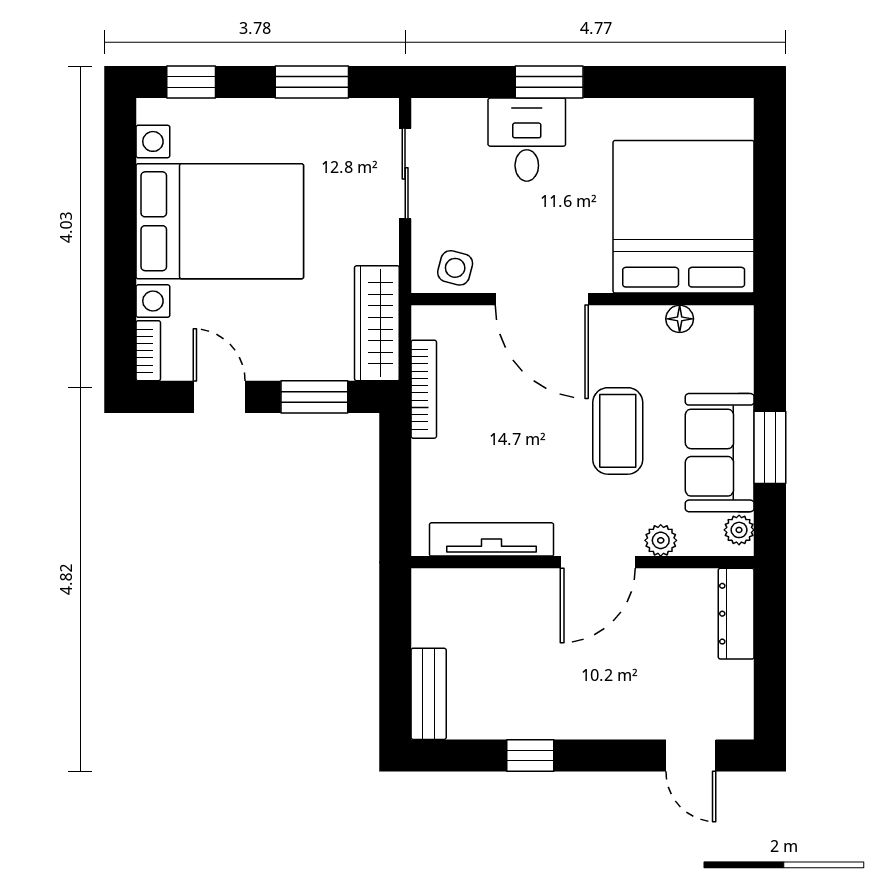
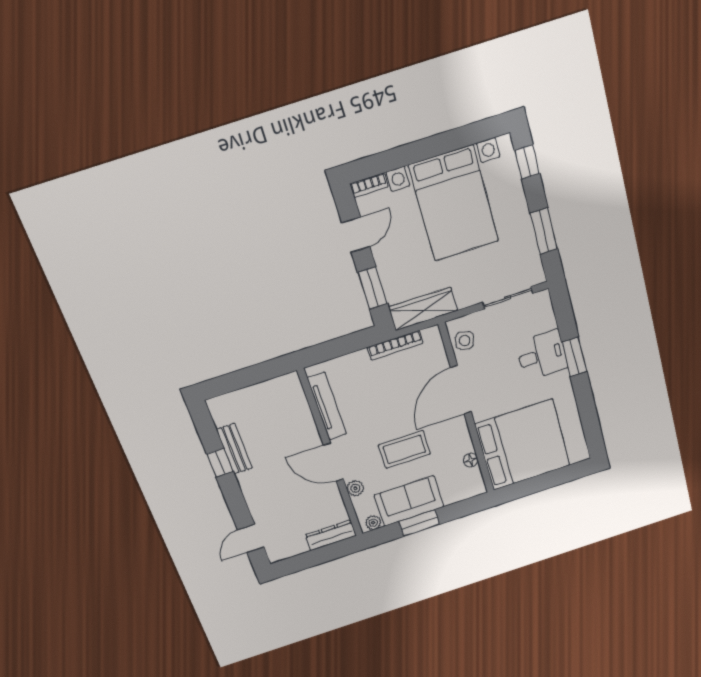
bench: (429, 694) -> (234, 449), moved, turned 90

